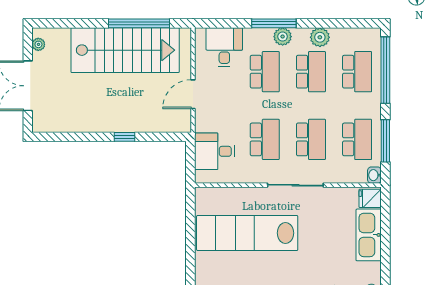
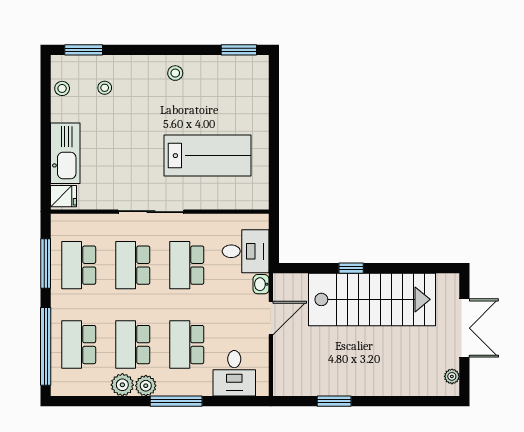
window: (139, 23) -> (334, 401), width x0.47
plant: (283, 37) -> (146, 386), moved
stairs: (125, 50) -> (372, 299), moved, turned 180
washbasin: (374, 175) -> (261, 284), moved, turned 180
lab bench: (247, 233) -> (207, 156), width x0.73

